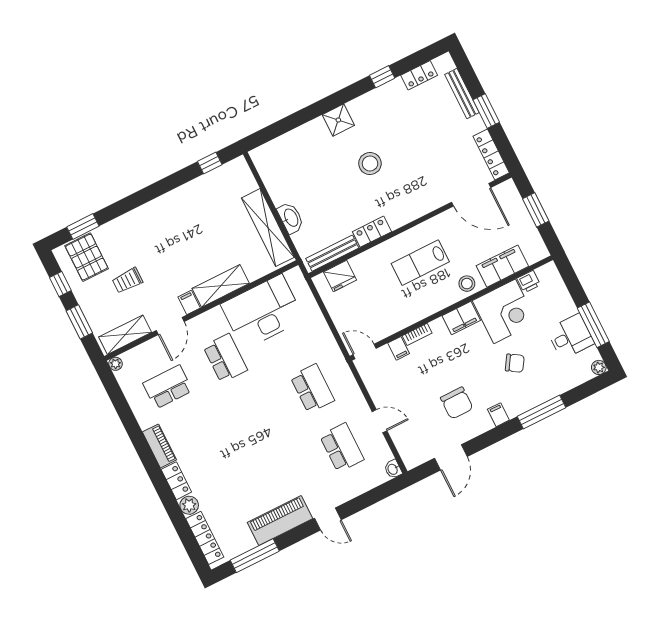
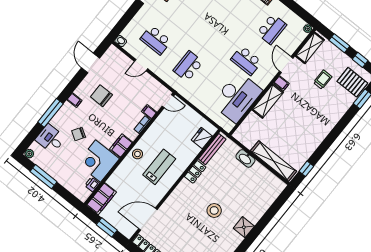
shelving: (268, 228) -> (274, 161), moved
filing cabinet: (502, 266) -> (101, 199), moved
stool: (467, 284) -> (137, 154), moved
desk: (570, 336) -> (50, 139), moved, turned 90
school desk: (312, 388) -> (188, 66), turned 90

